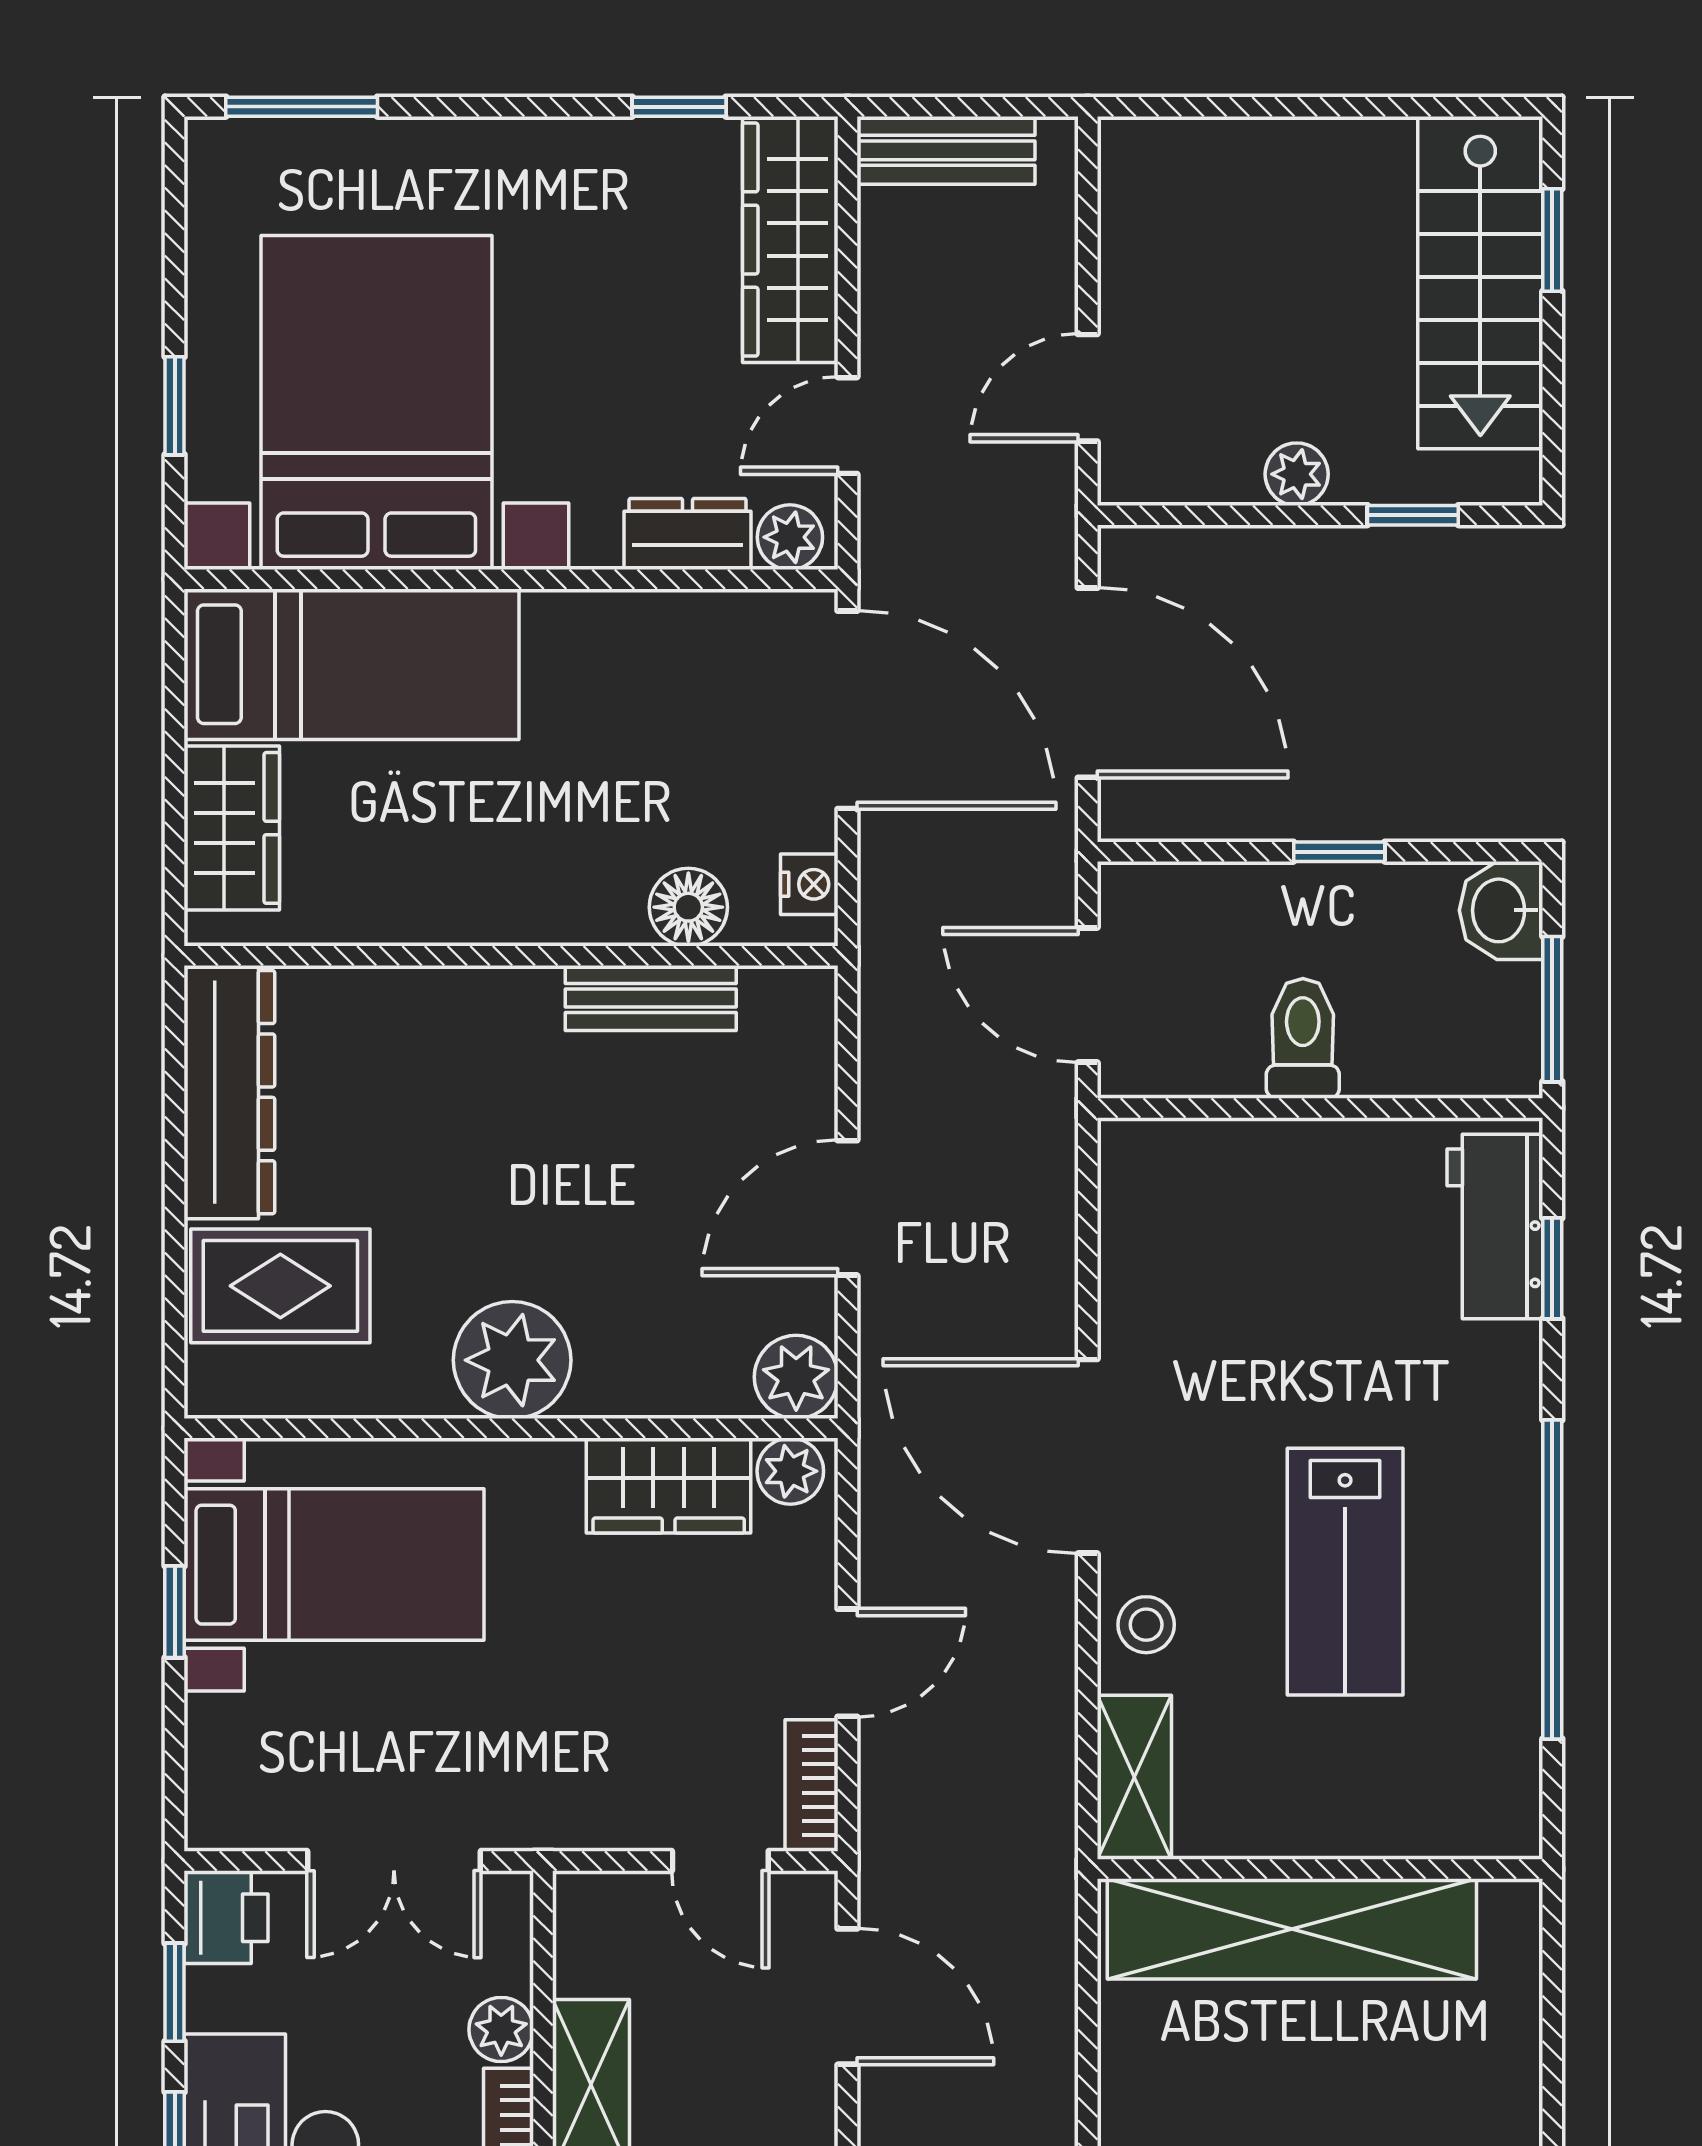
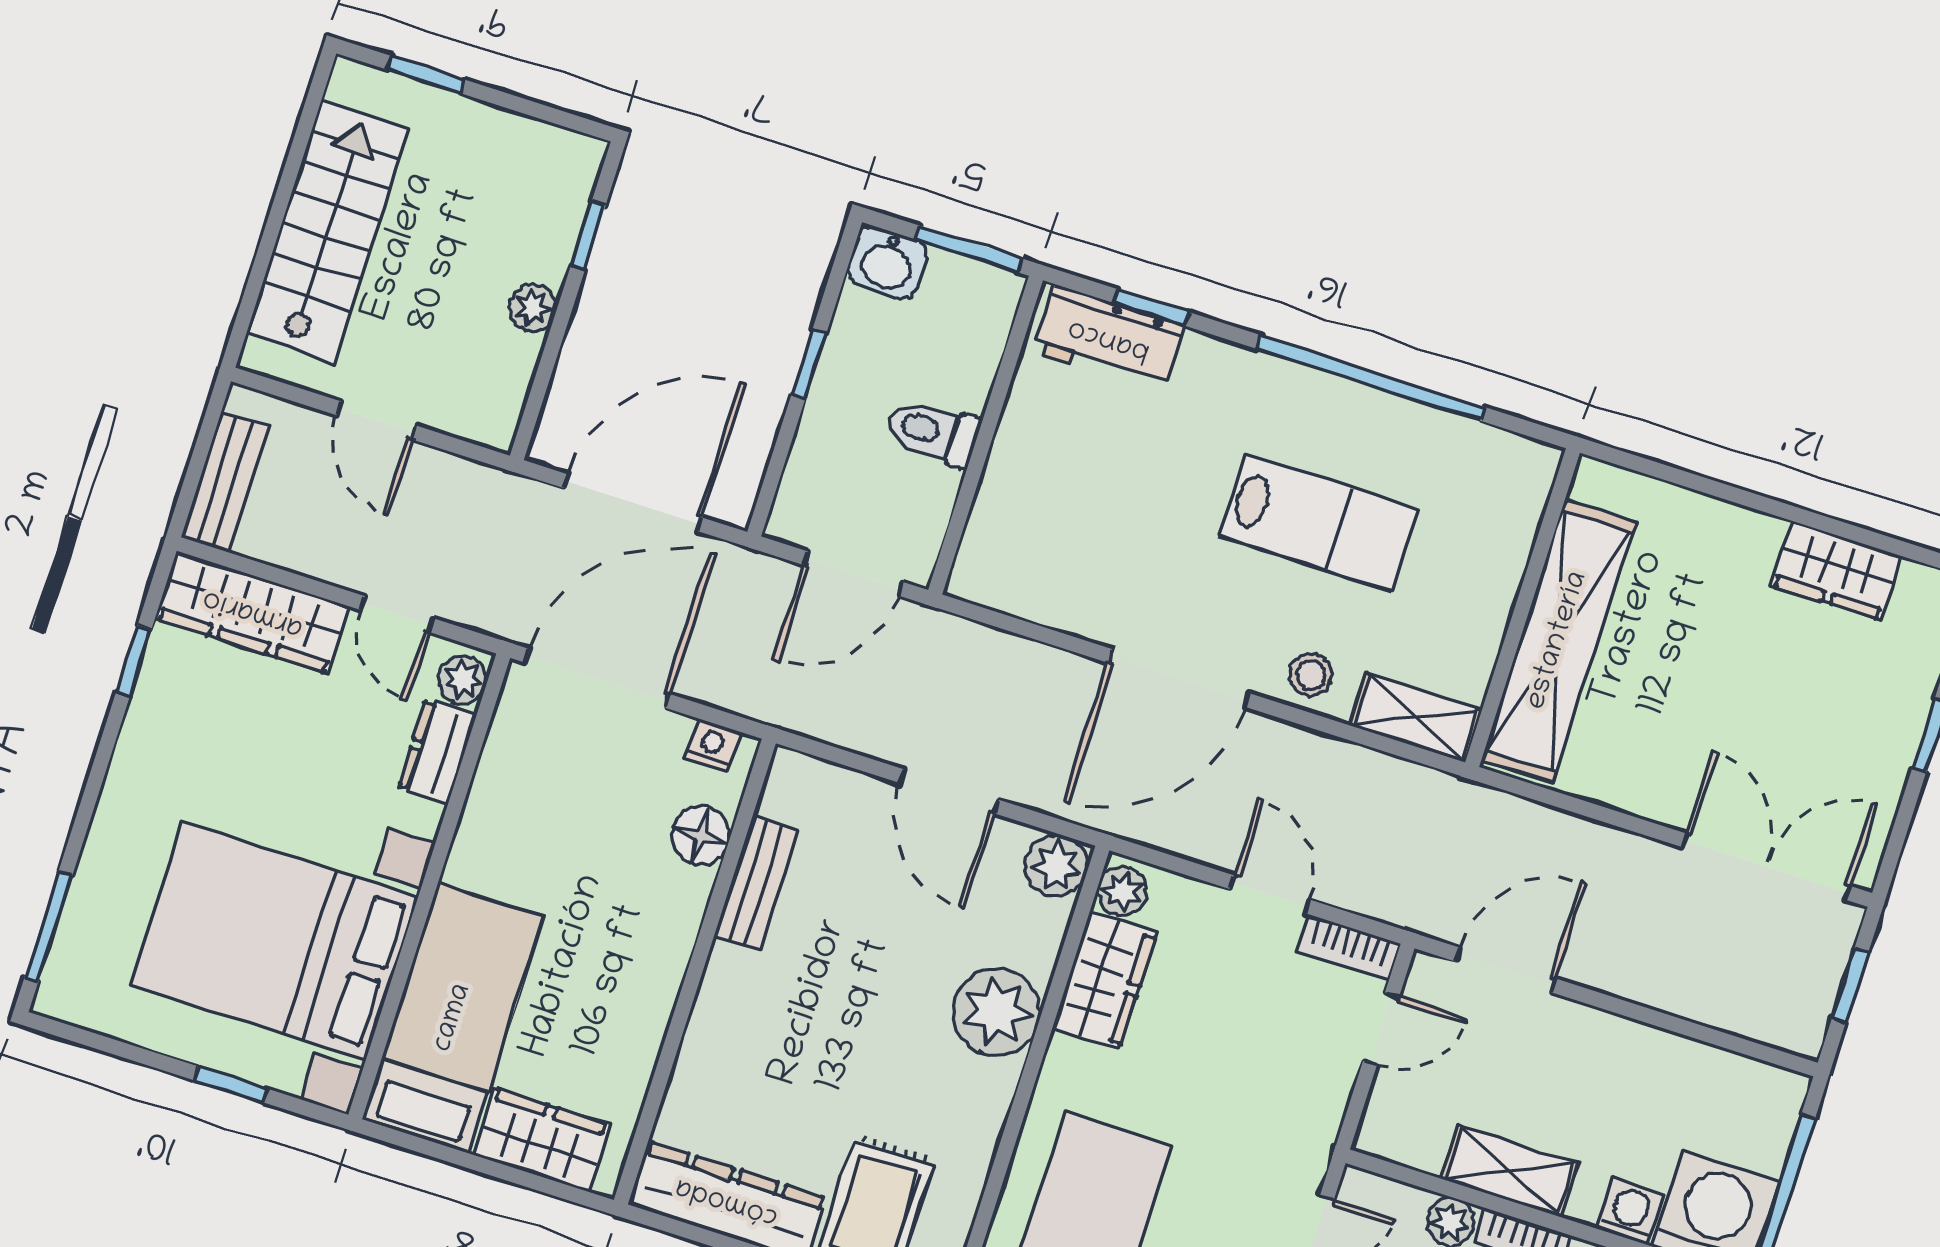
stairs: (1480, 283) -> (328, 231), moved, turned -90
door: (1088, 388) -> (377, 421), moved
plant: (512, 1360) -> (997, 1012), moved

